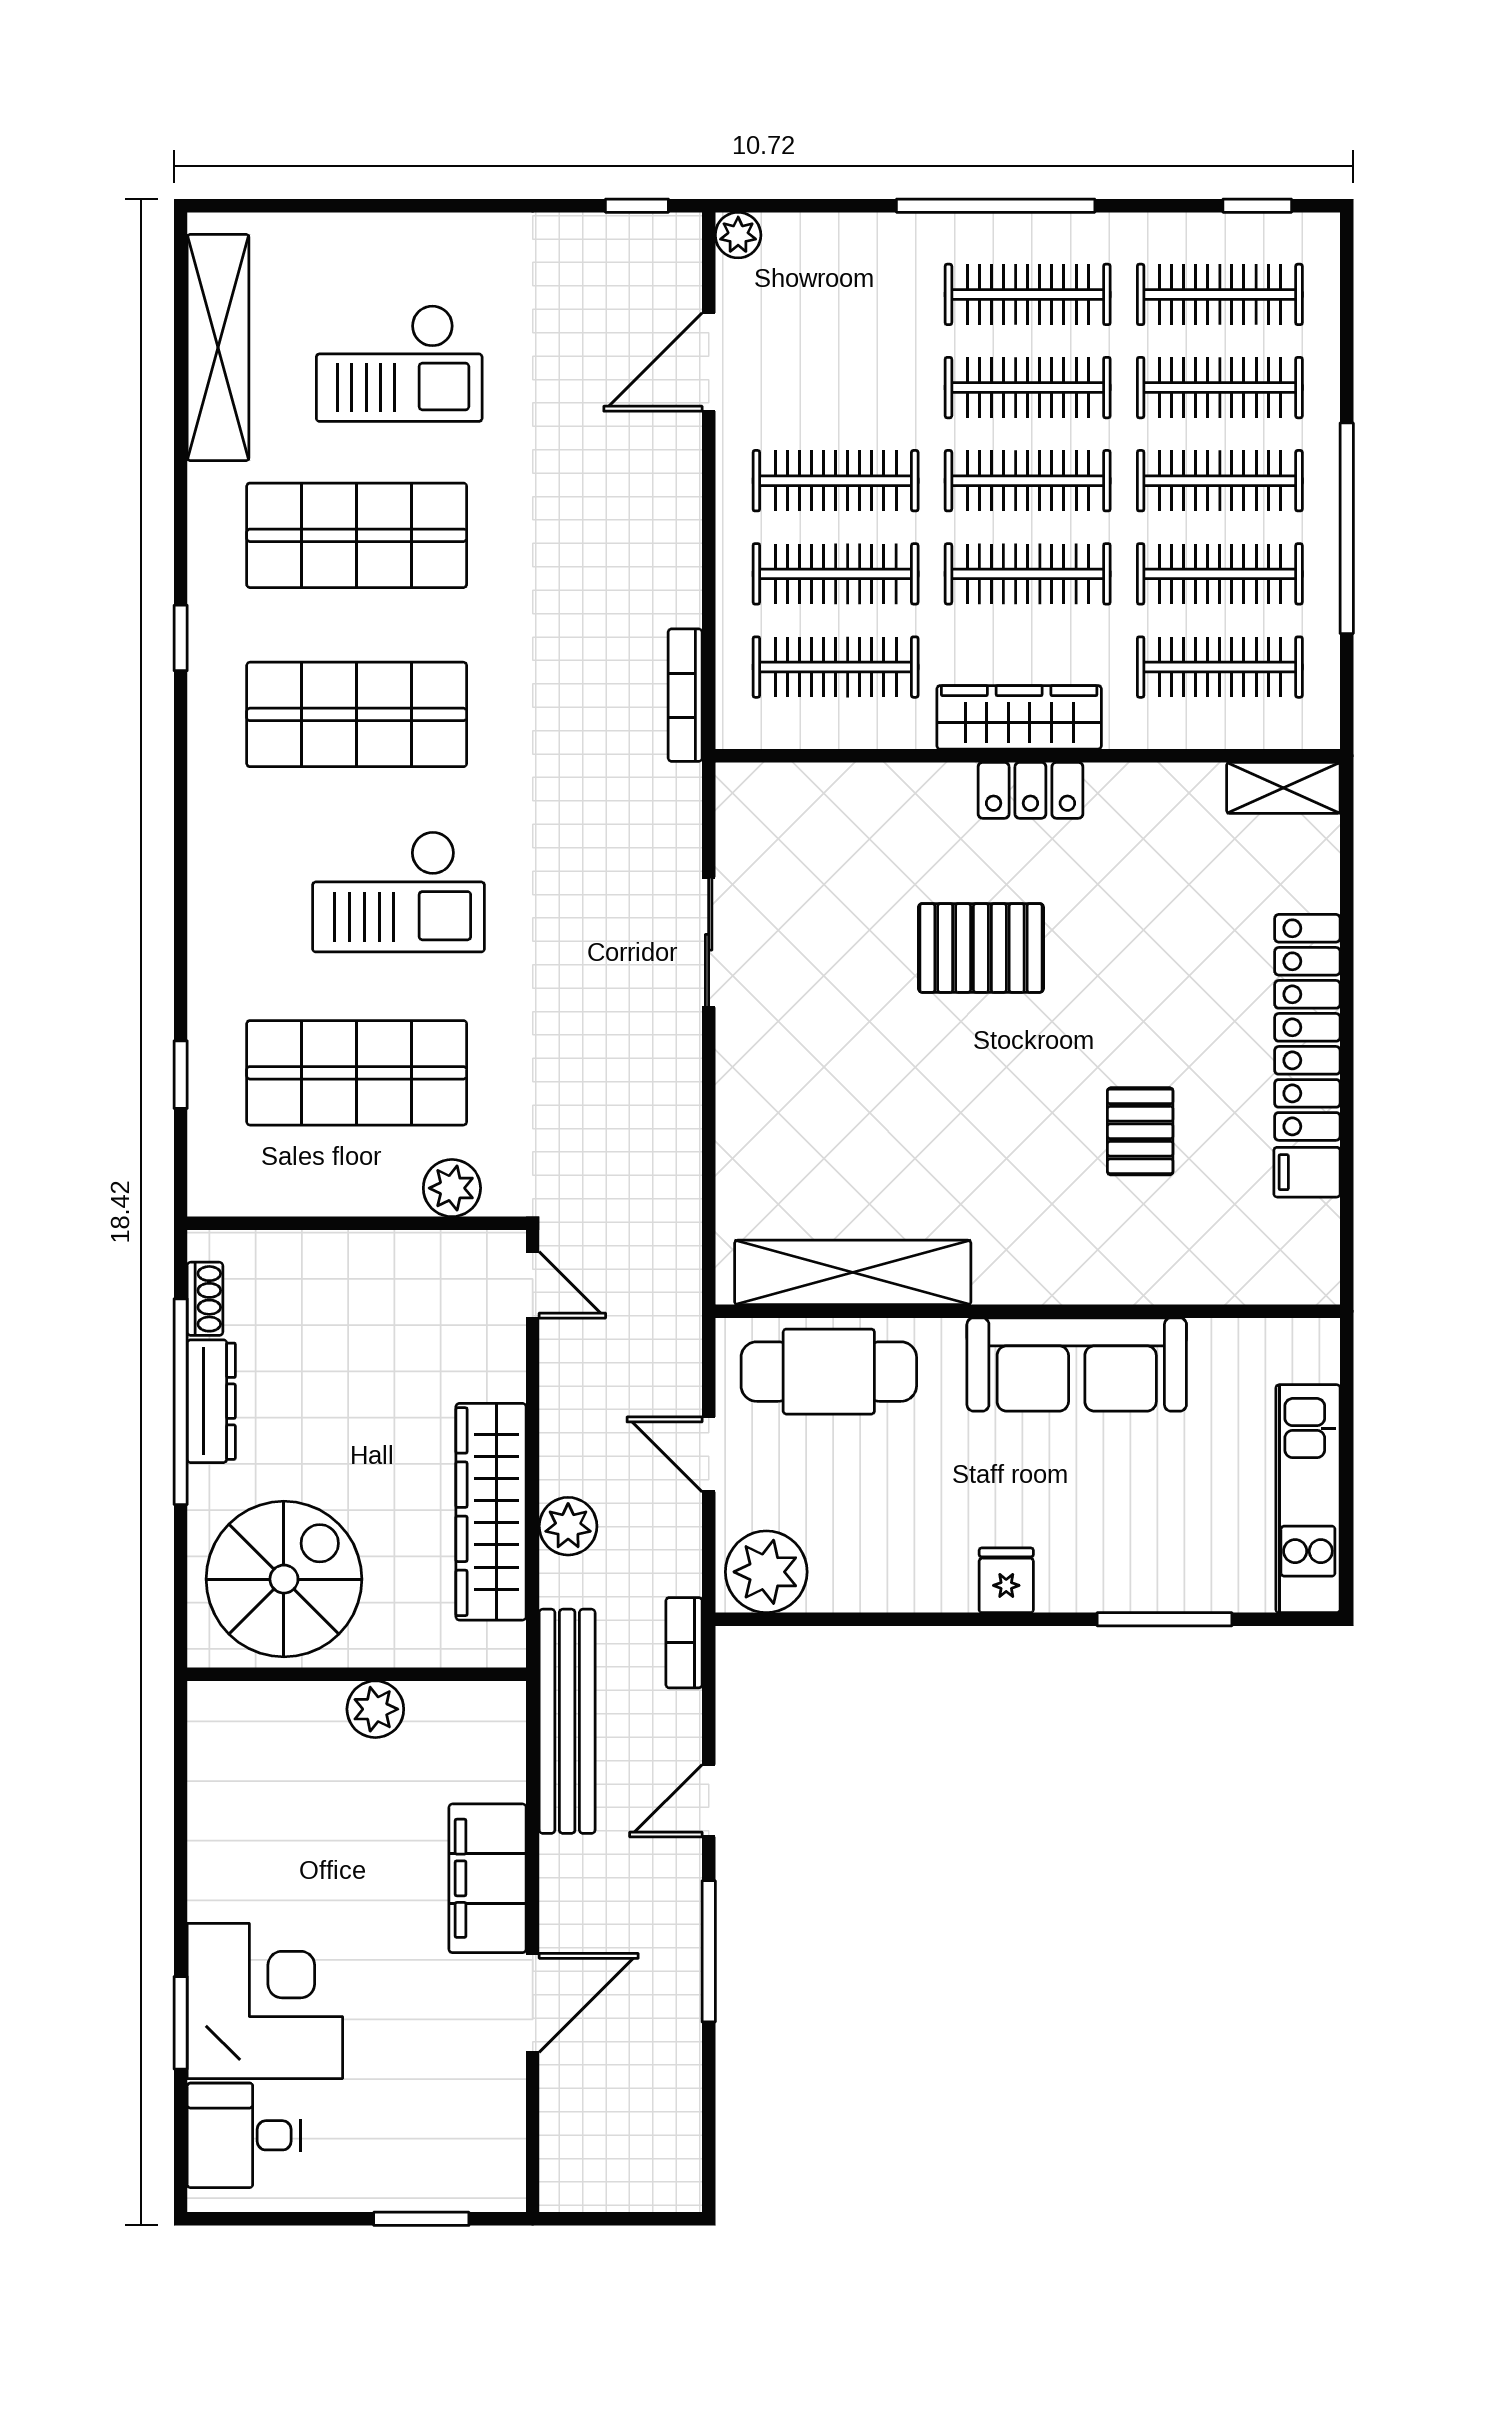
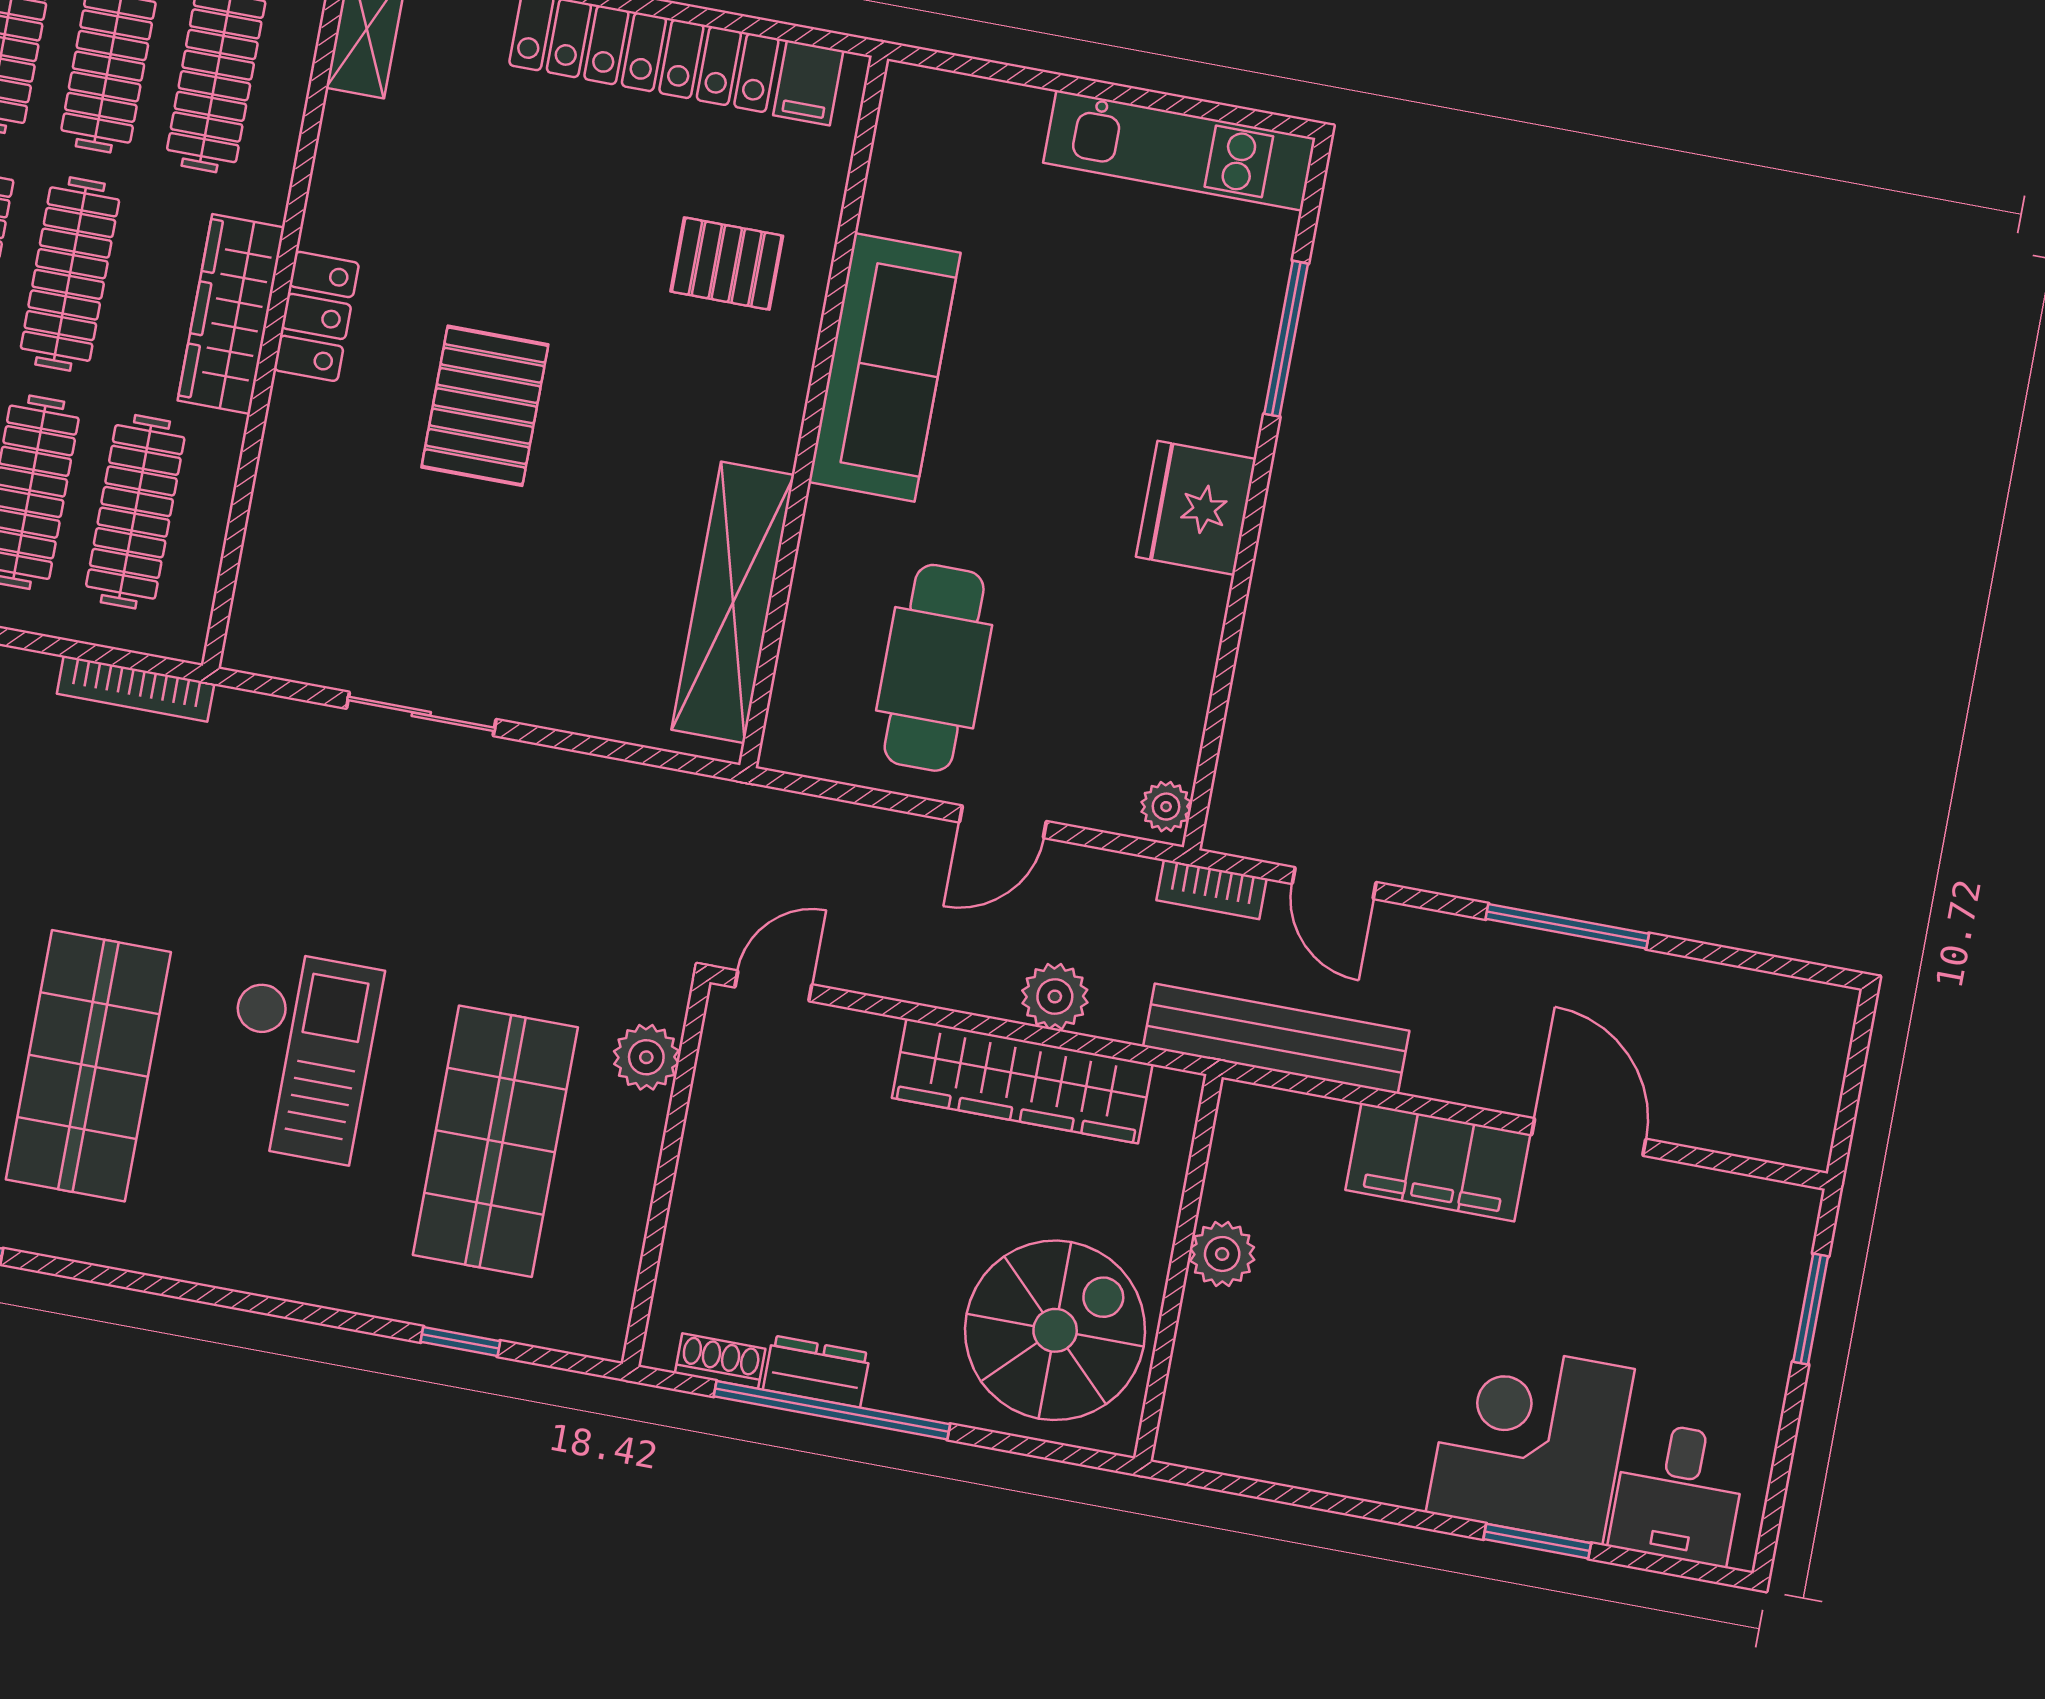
shelving: (853, 1272) -> (733, 602), moved
wall: (1028, 1311) -> (814, 412), moved
sofa: (1077, 1364) -> (885, 367), moved
dresser: (211, 1401) -> (817, 1371), width x0.70
plant: (766, 1572) -> (1166, 807), width x0.53, depth x0.53
spiral stairs: (284, 1579) -> (1055, 1330), turned 90
fridge: (1006, 1580) -> (1196, 508), width x1.88, depth x1.34
door: (709, 1801) -> (1334, 883), moved

